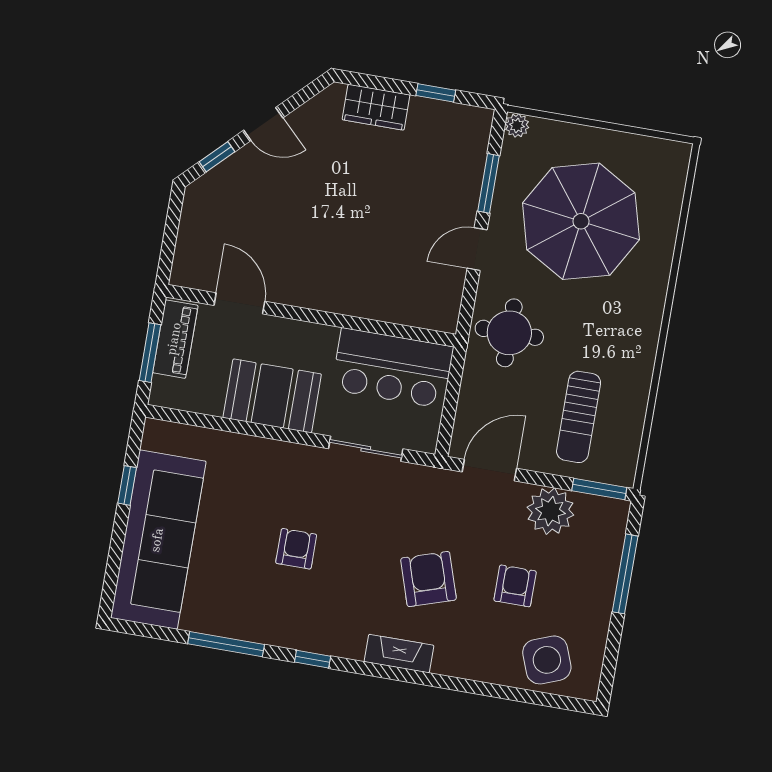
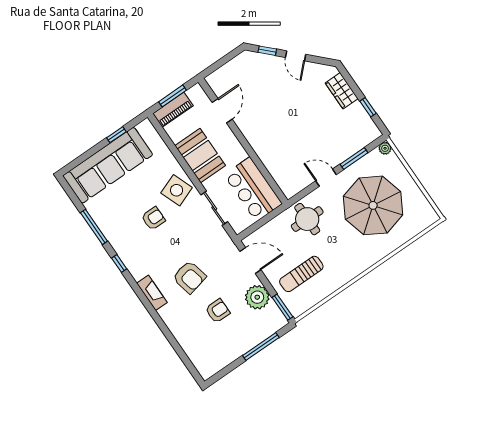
piano: (175, 339) -> (173, 110), moved
armchair: (428, 579) -> (189, 277), turned 95
side table: (547, 660) -> (177, 190), moved

